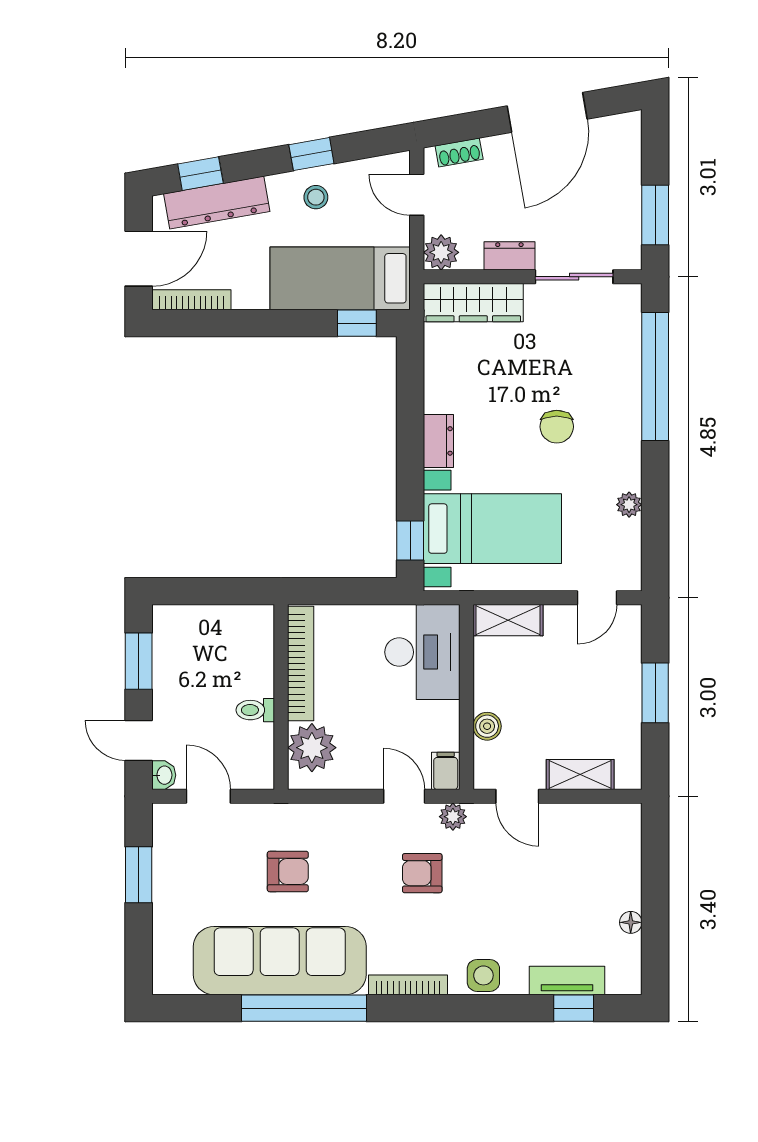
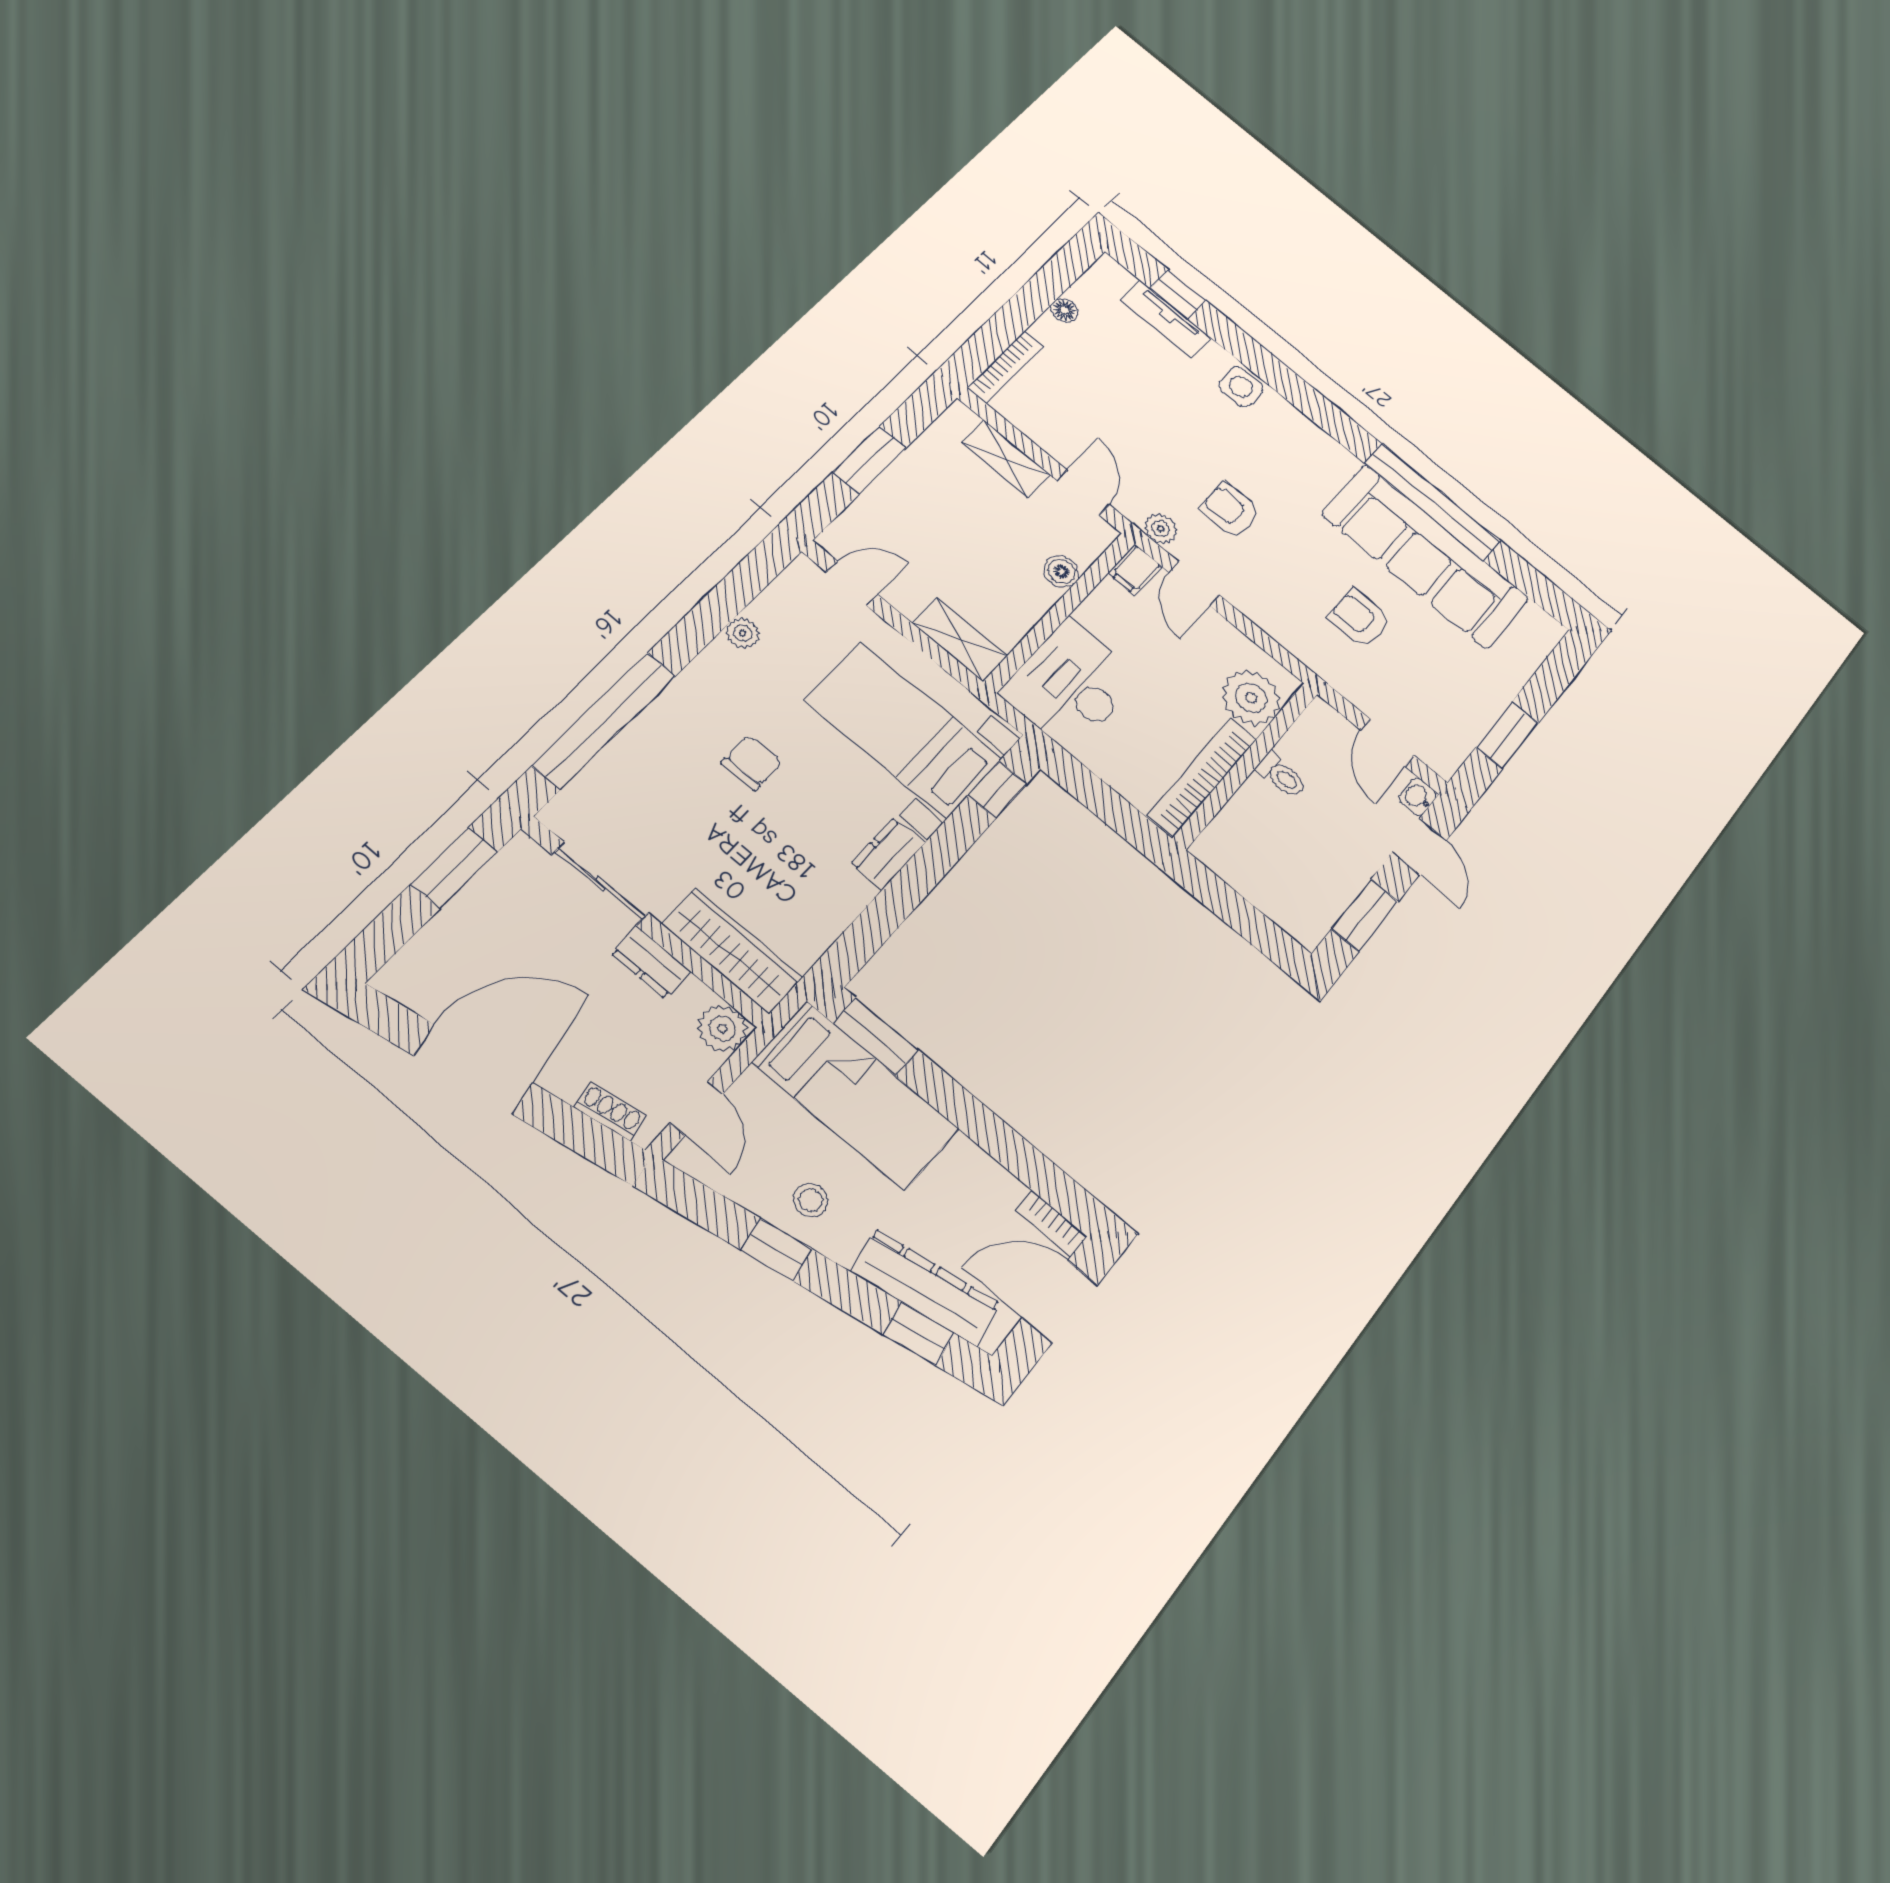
bookcase: (191, 300) -> (1051, 1224), width x0.64
window: (357, 323) -> (876, 1036), width x1.50
armchair: (422, 873) -> (1230, 510), turned 180
bookcase: (408, 985) -> (1006, 367), moved, turned -90

